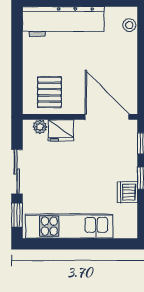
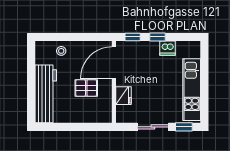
stool: (129, 25) -> (61, 51), moved
pallet: (49, 92) -> (86, 88), moved
plant: (40, 127) -> (121, 111), removed

